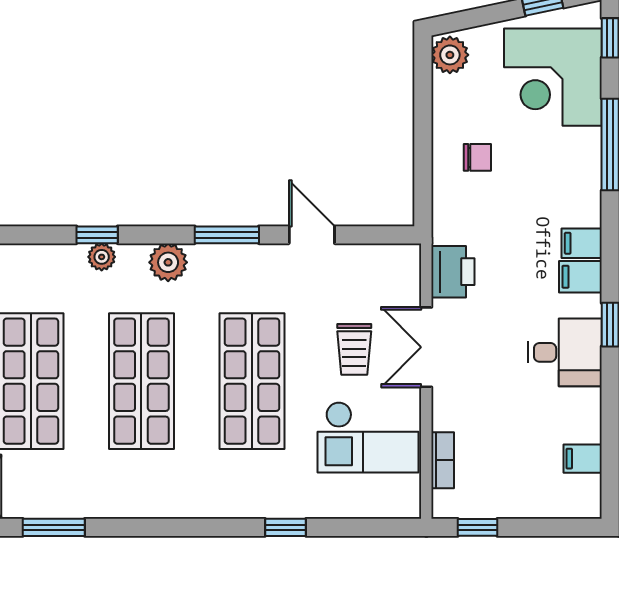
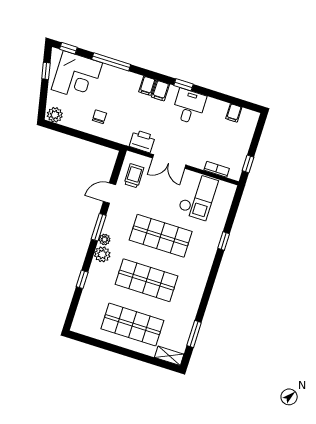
plant: (102, 257) -> (105, 239), moved
trolley: (354, 349) -> (134, 176), moved, turned -90

